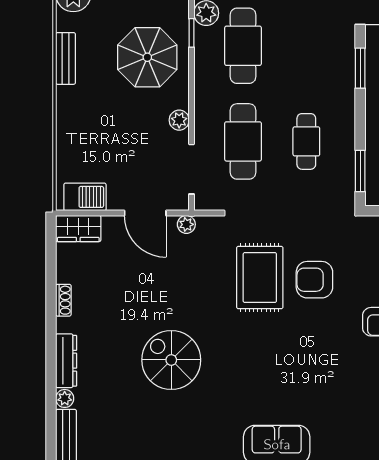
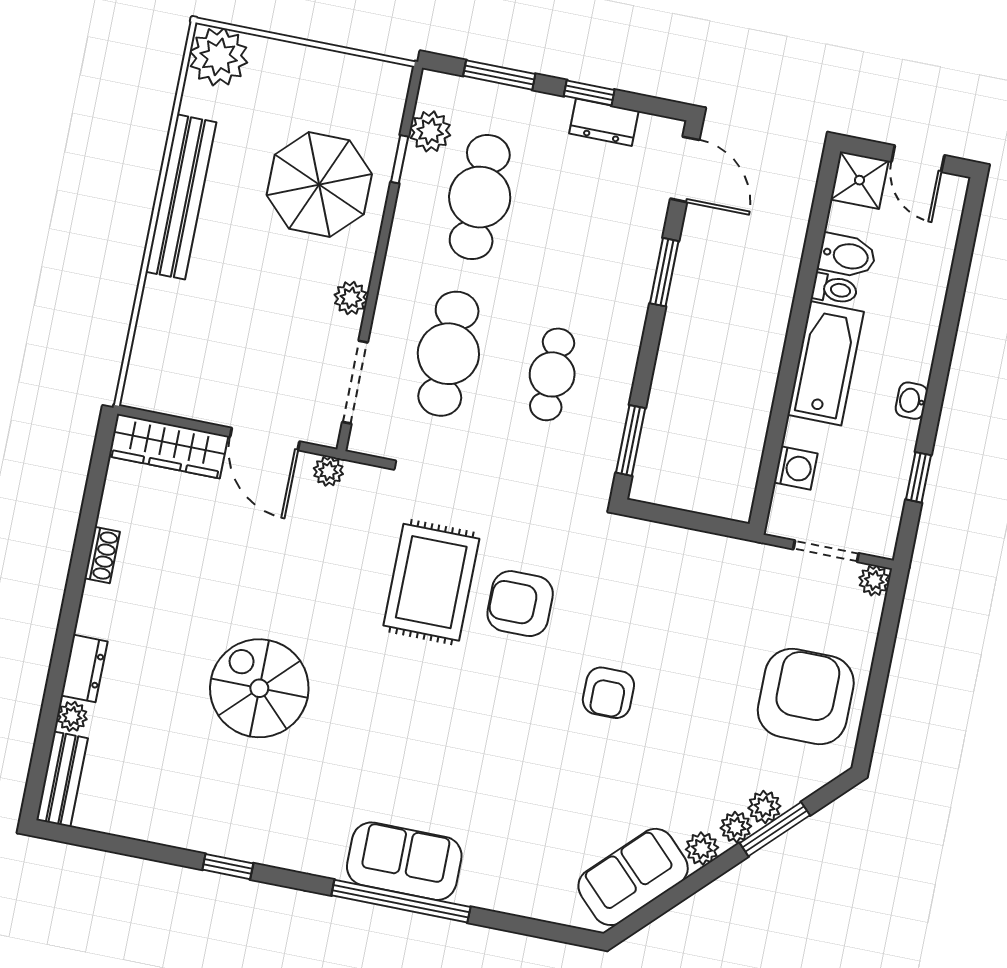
bench: (66, 58) -> (181, 197), width x1.86, depth x1.21
barbecue: (85, 197) -> (171, 393), removed
wardrobe: (78, 228) -> (169, 446), width x1.50
dresser: (66, 361) -> (84, 668), width x0.70

